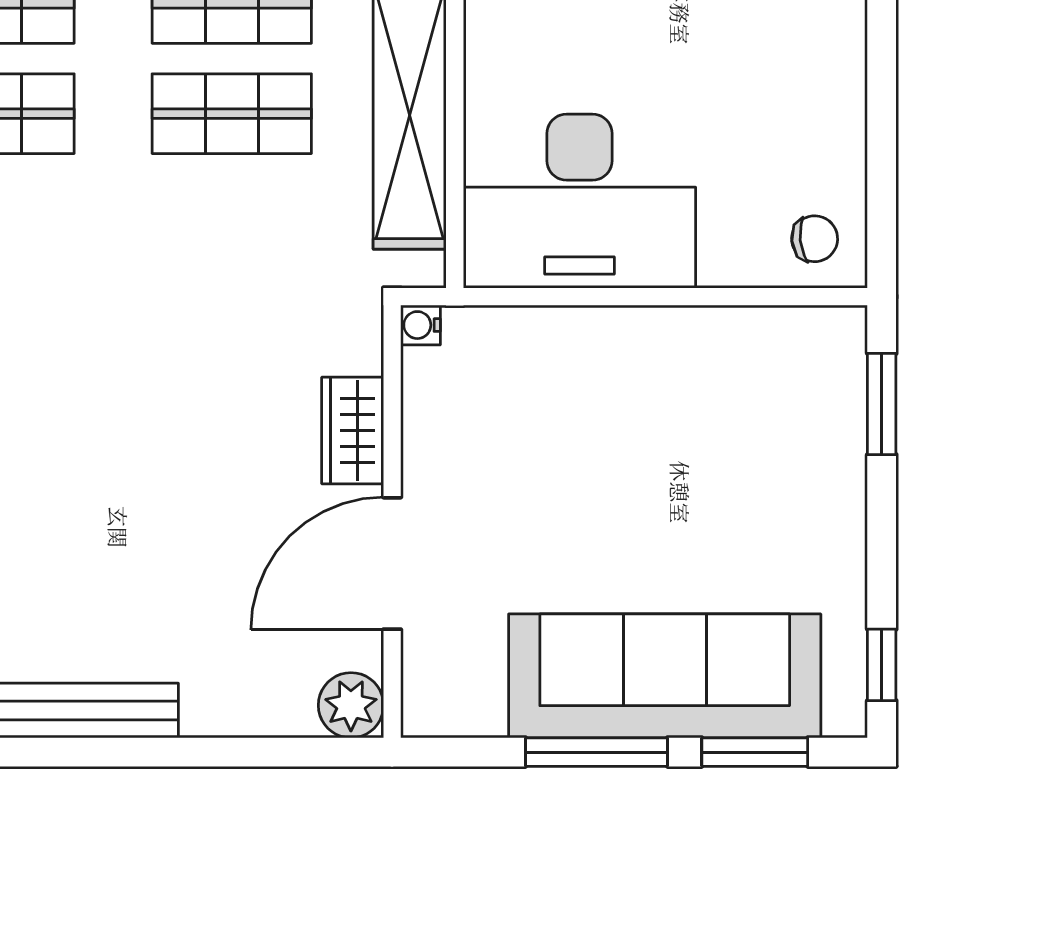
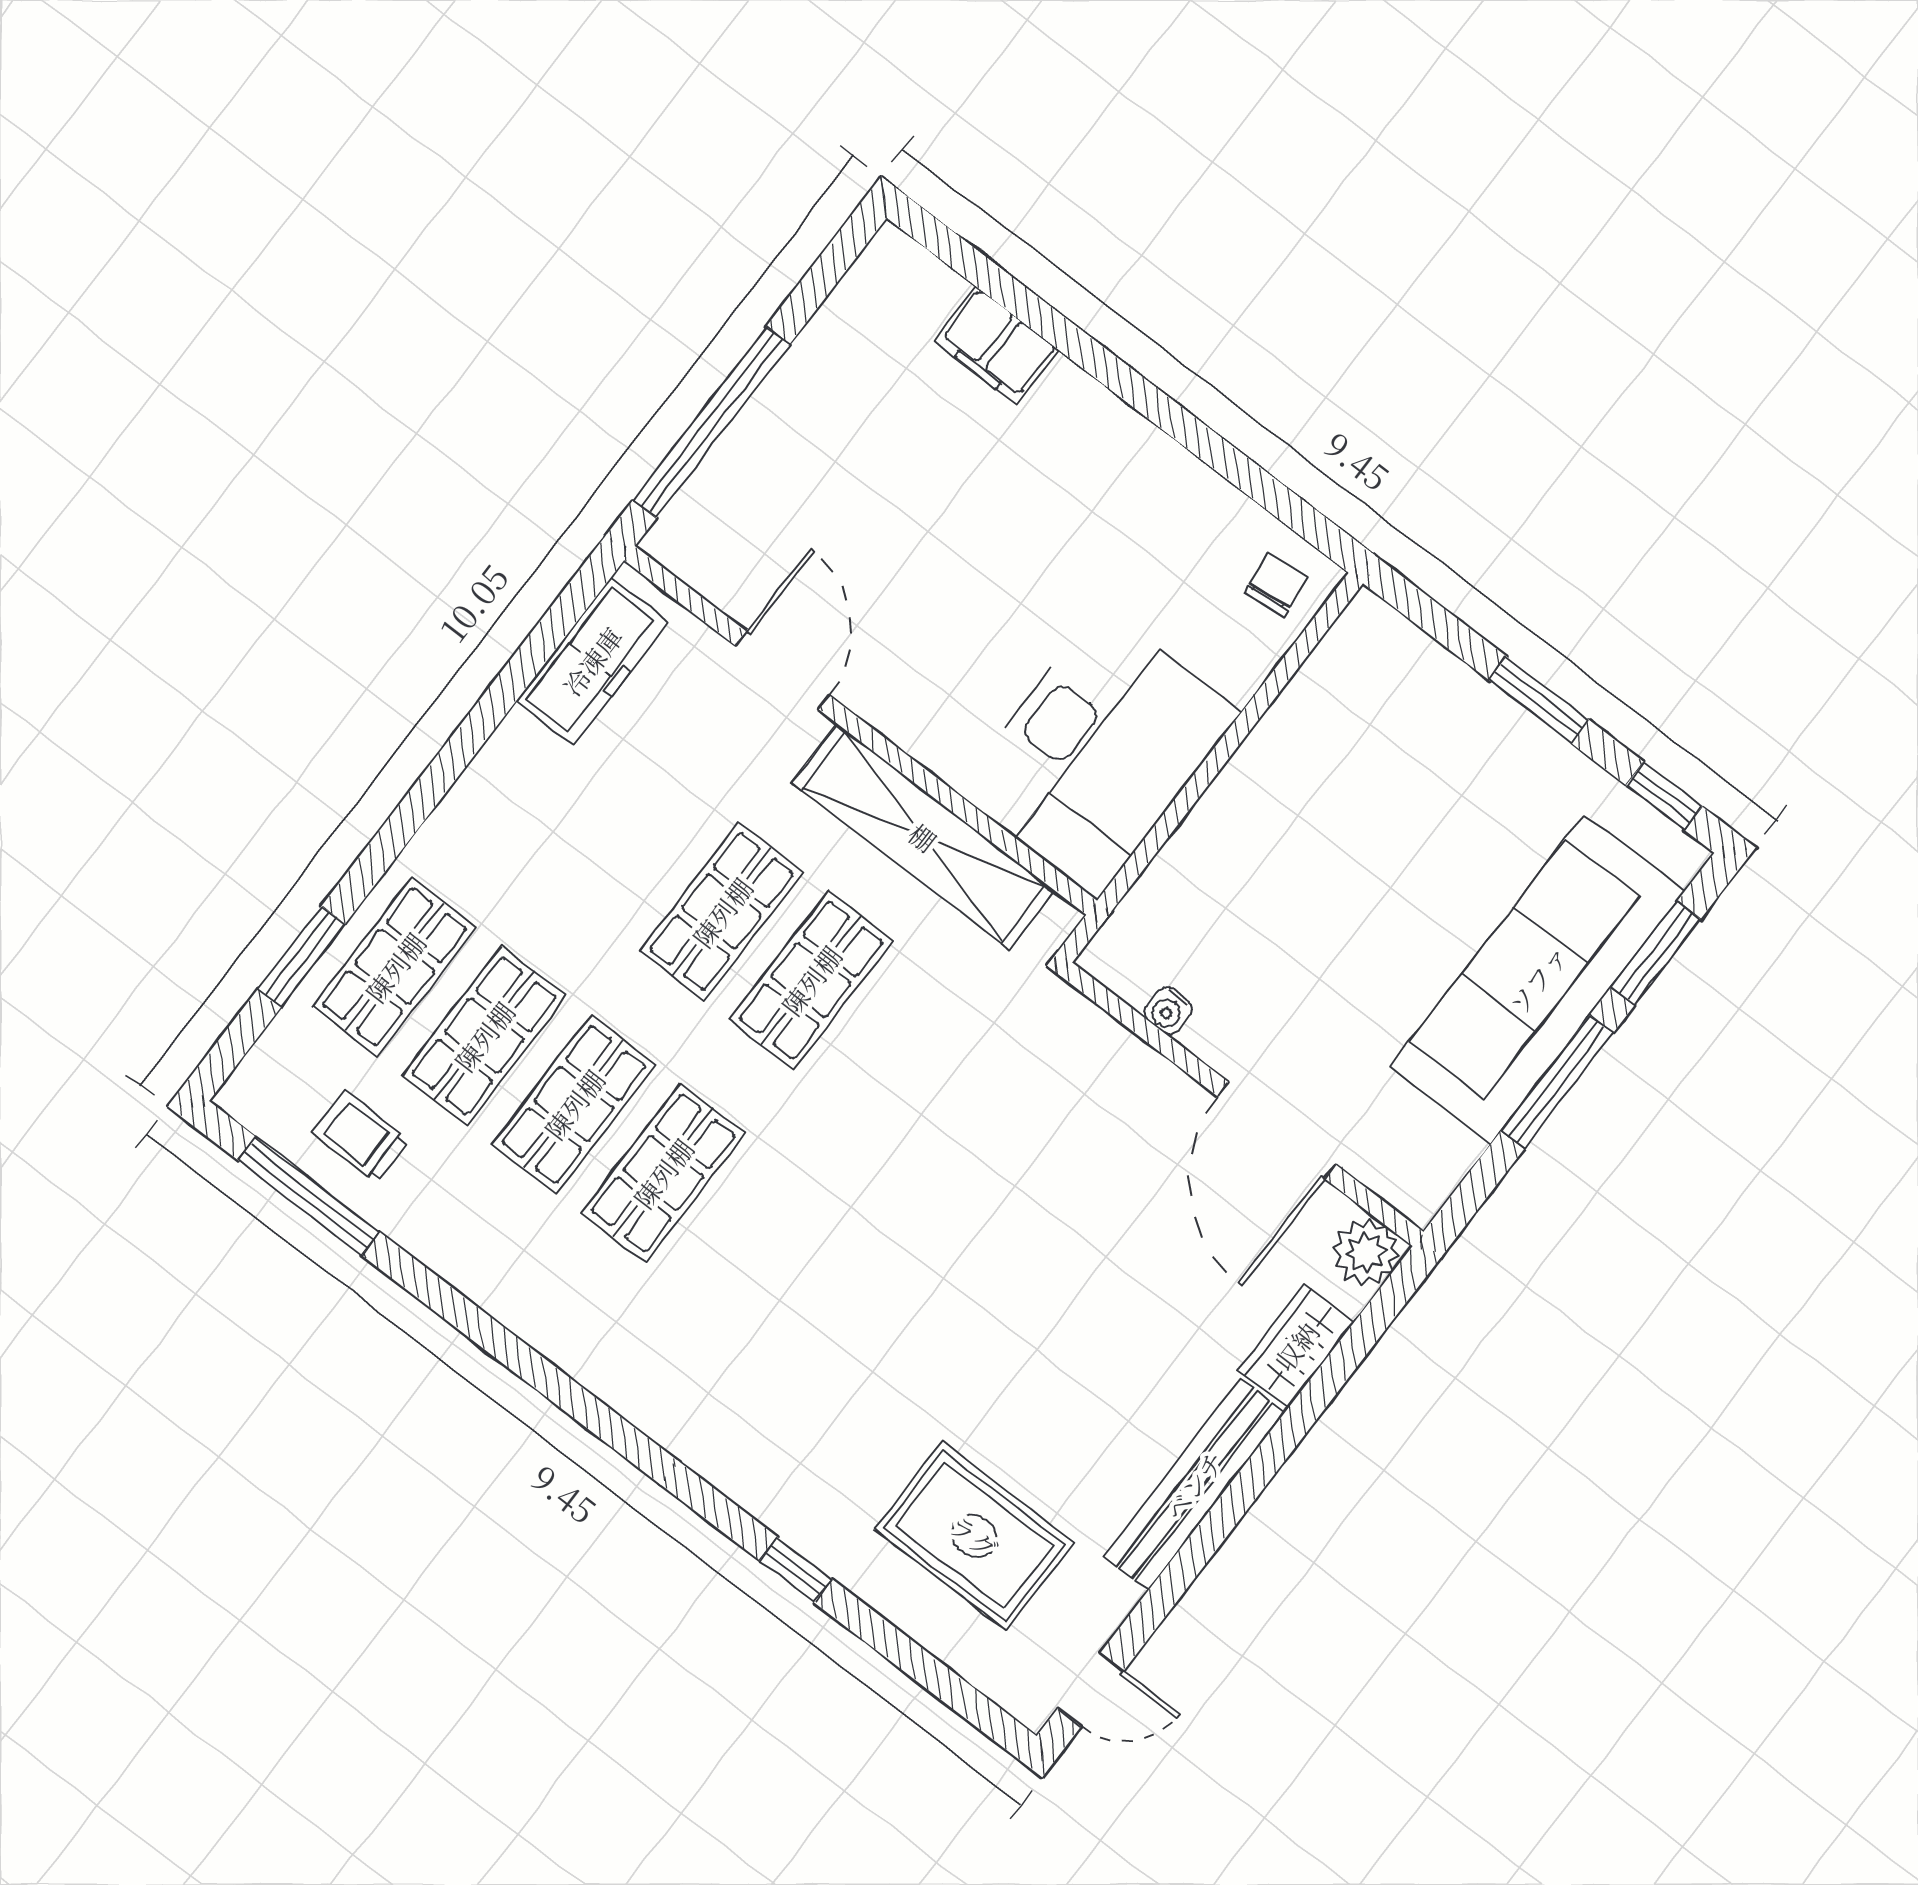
water cooler: (421, 325) -> (1168, 1011), moved
window: (882, 404) -> (1539, 700), moved
wardrobe: (353, 431) -> (1296, 1346), moved, turned 90

